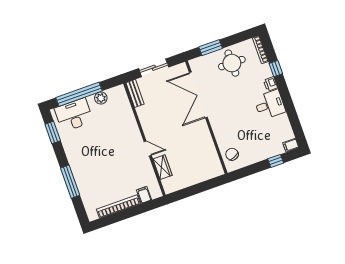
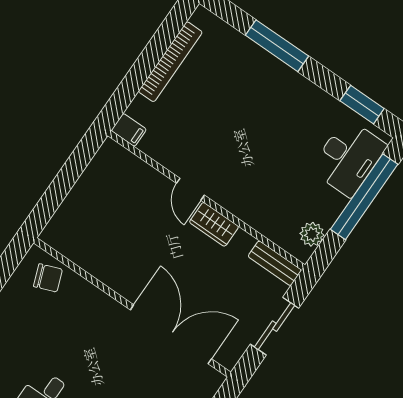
plant: (101, 98) -> (312, 234), moved
door: (148, 148) -> (190, 189), hinge flipped
wardrobe: (163, 167) -> (214, 224), moved
filing cabinet: (144, 195) -> (129, 130), moved

